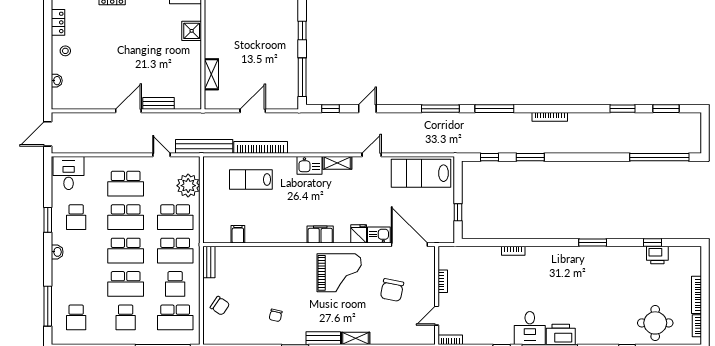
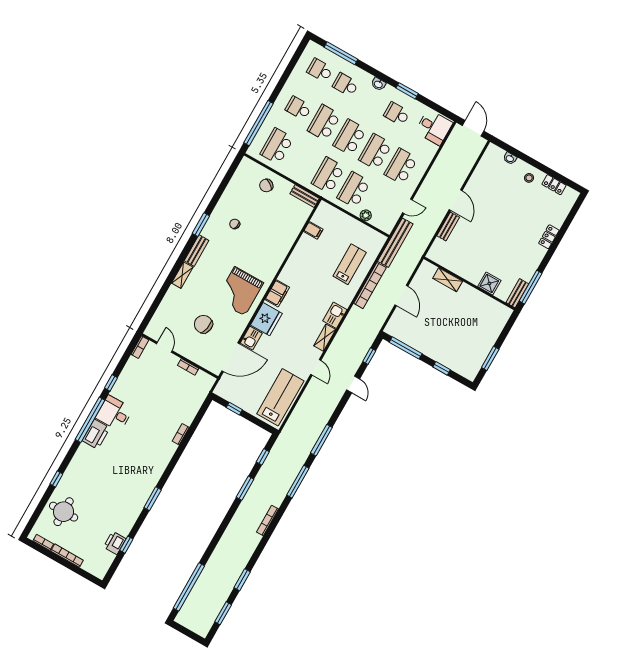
plant: (188, 186) -> (366, 215), width x0.53, depth x0.53
fridge: (359, 234) -> (266, 319), width x1.88, depth x1.34
school desk: (175, 284) -> (346, 85), moved

